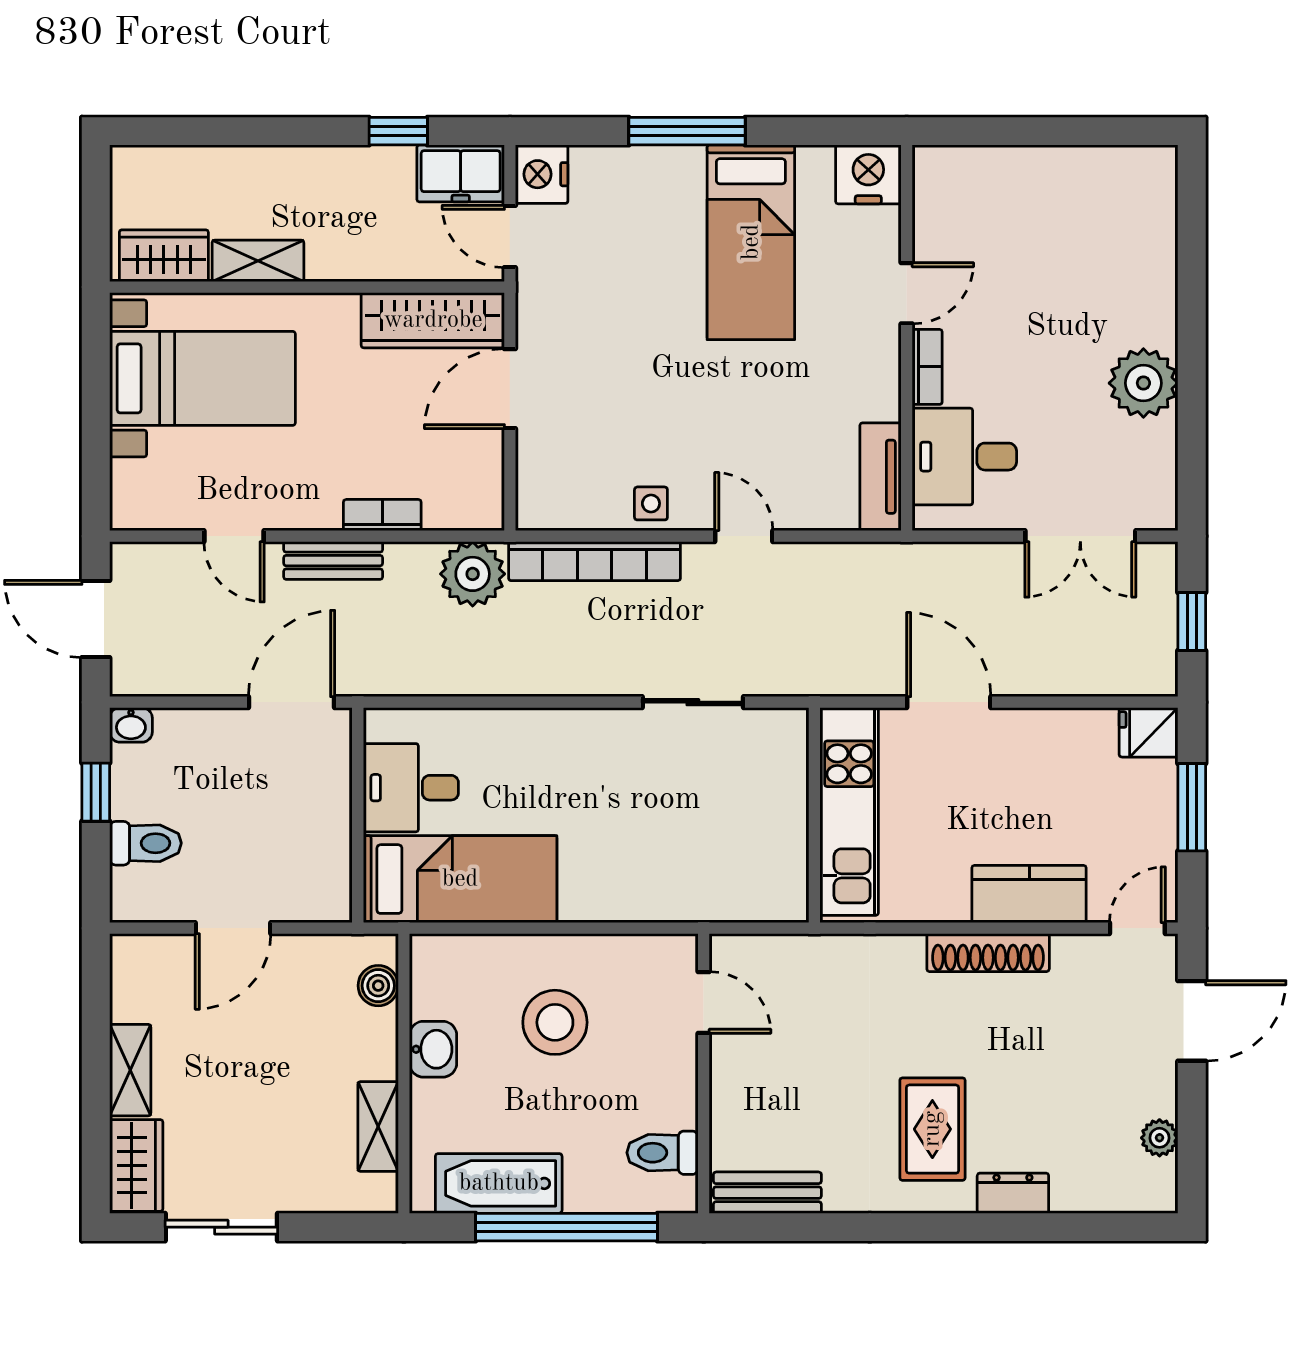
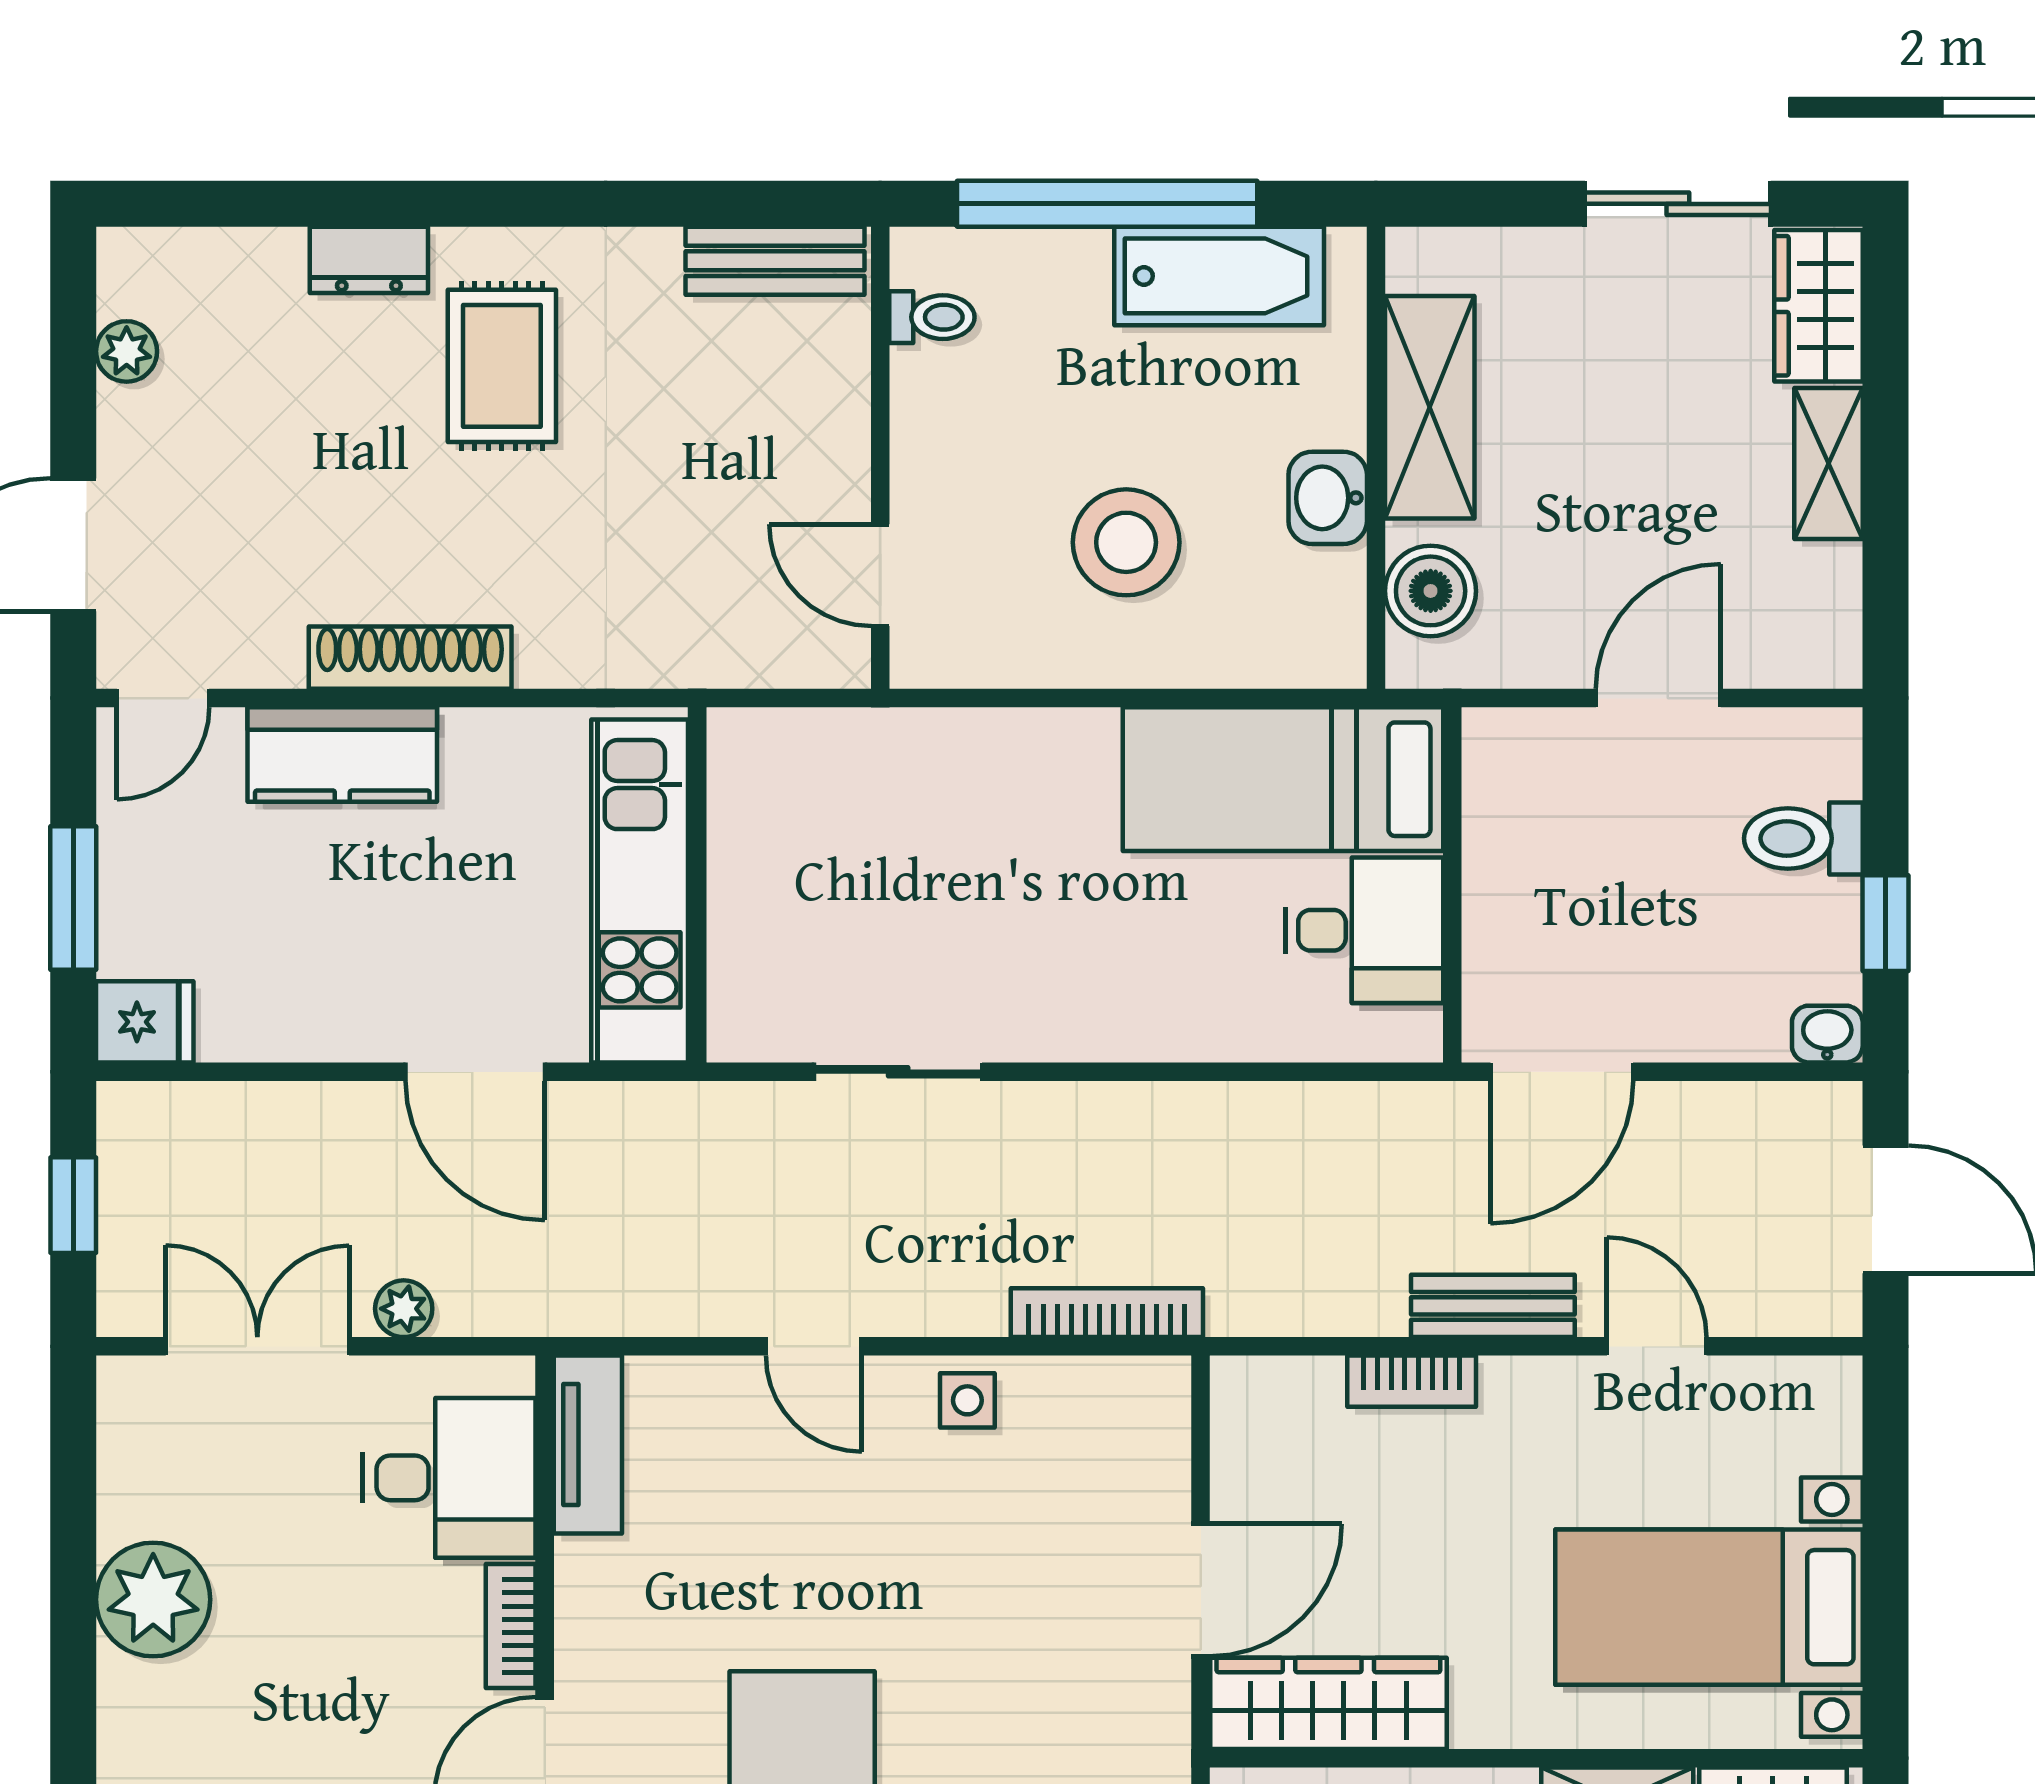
bookcase: (594, 561) -> (1107, 1313), width x0.68, depth x0.76
plant: (473, 574) -> (404, 1309), moved, width x0.53, depth x0.53
boiler: (378, 986) -> (1431, 591), width x1.36, depth x1.36
shelving: (378, 1126) -> (1430, 407), width x1.50, depth x1.33
toilet: (663, 1153) -> (932, 317), width x0.73, depth x0.72

